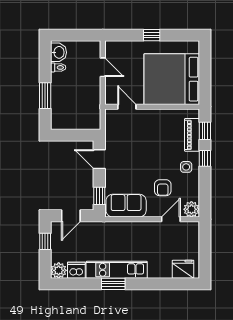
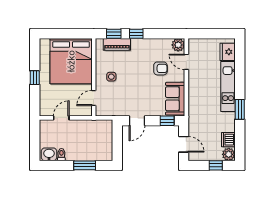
side table: (186, 167) -> (111, 77), moved
window: (45, 241) -> (216, 165), moved
kitchen unit: (117, 270) -> (228, 87), moved

